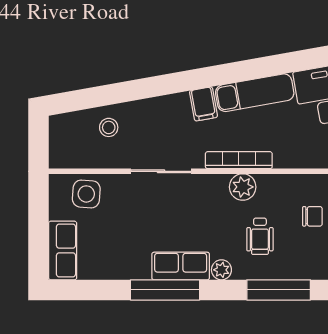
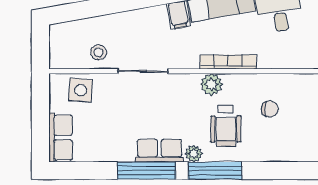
stool: (109, 127) -> (98, 52), moved
bookcase: (239, 160) -> (228, 62), moved
wheelchair: (260, 236) -> (226, 126), width x1.36, depth x1.37
window: (279, 290) -> (215, 171), moved

